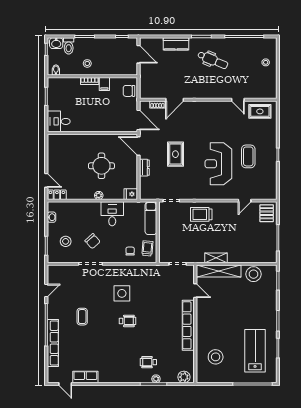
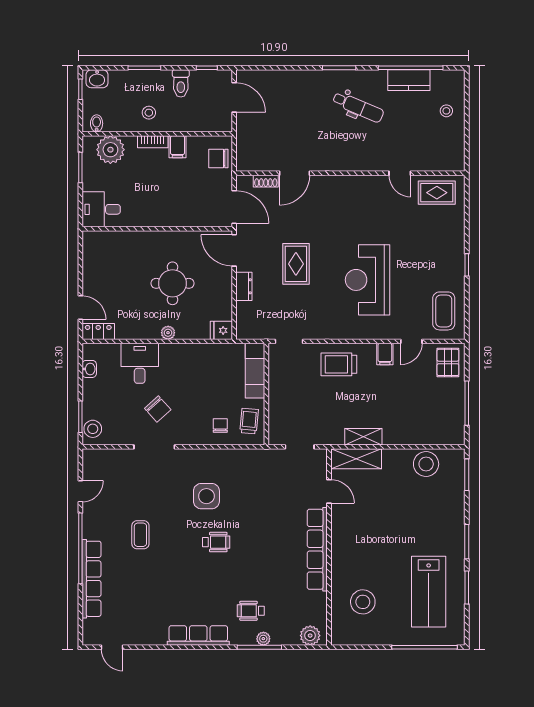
kitchen counter: (176, 44) -> (409, 80), moved
toilet: (69, 46) -> (181, 83), moved
plant: (64, 86) -> (110, 150), added
coffee table: (248, 156) -> (444, 311), moved
filing cabinet: (229, 208) -> (385, 354), added
desk: (112, 214) -> (140, 363), moved
stool: (66, 241) -> (93, 429), moved
shelving: (219, 271) -> (356, 459), width x0.68
lab bench: (255, 351) -> (429, 592), turned 180
row of seats: (85, 377) -> (198, 636), moved, width x1.48

